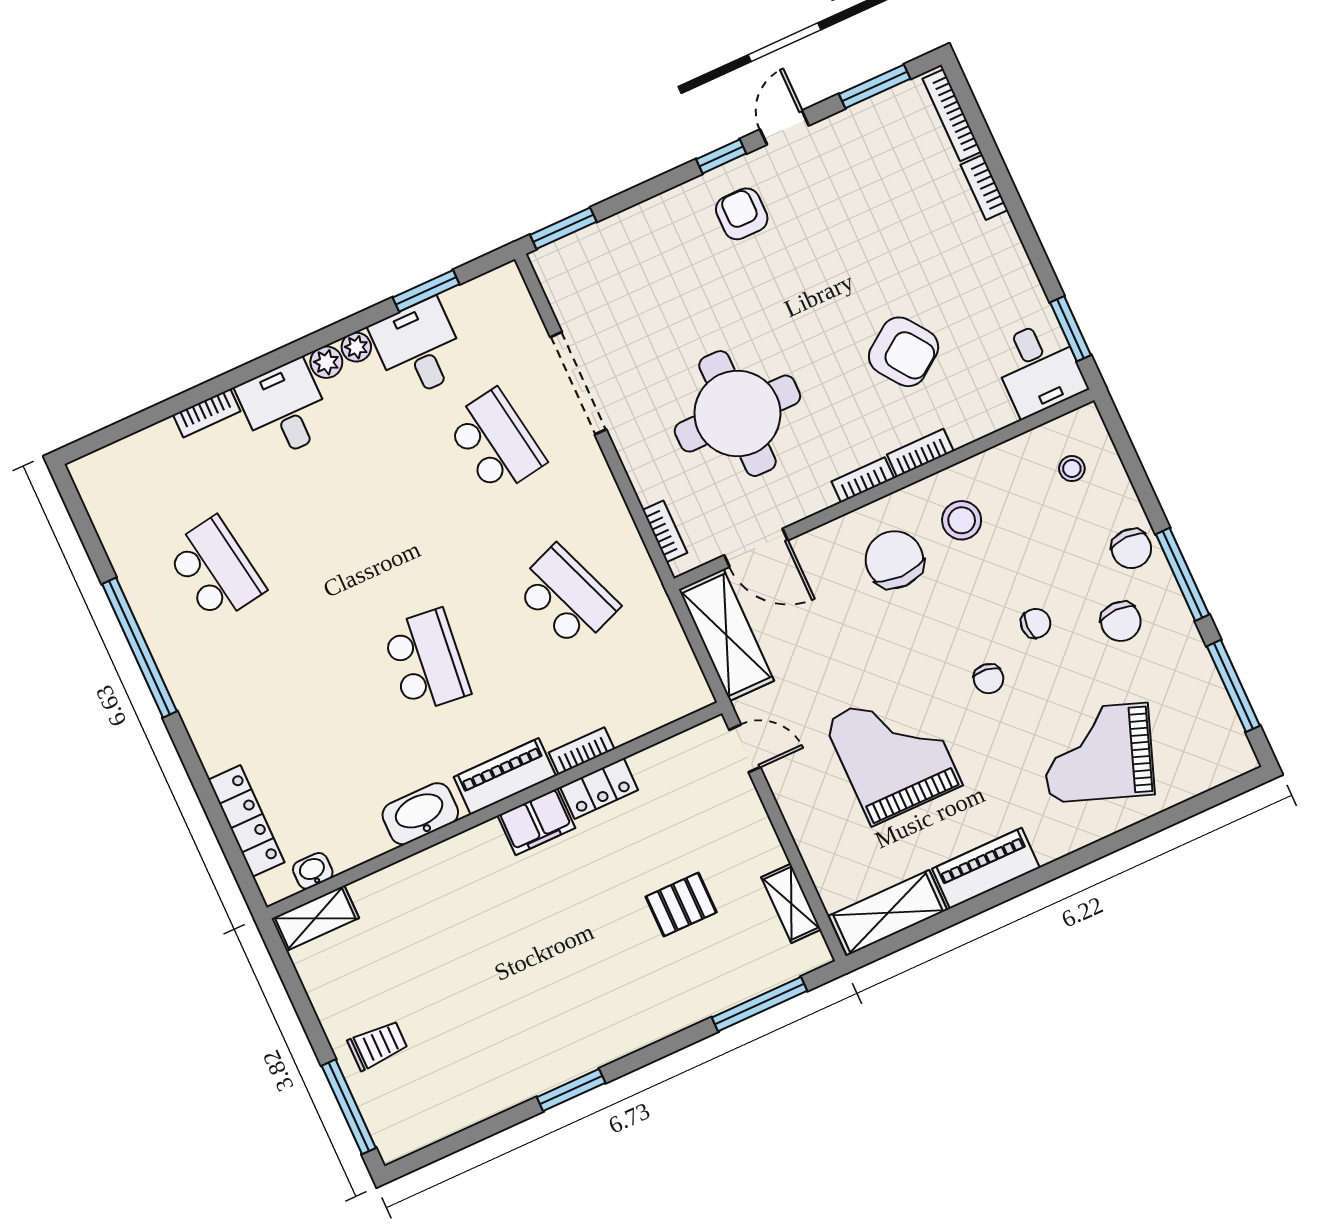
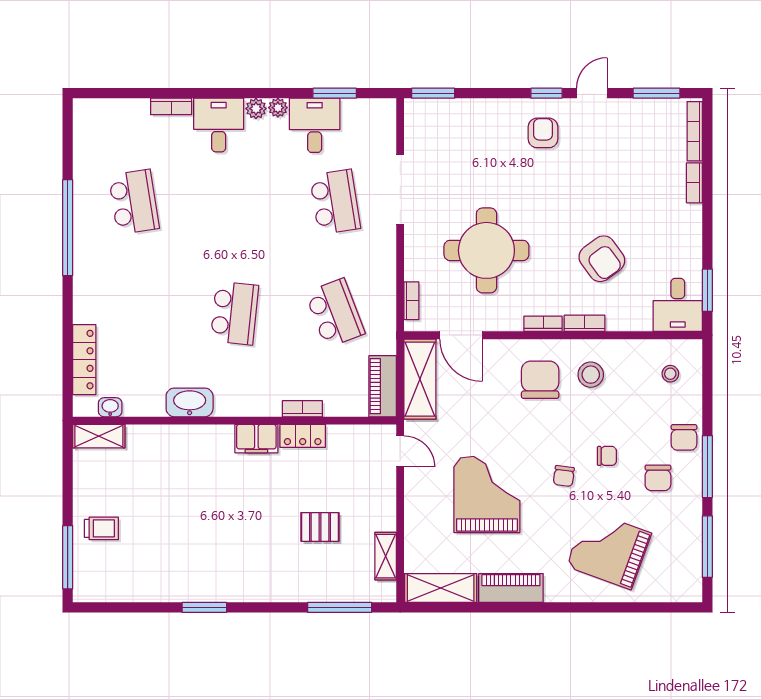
piano: (505, 776) -> (383, 386), moved, turned -90

